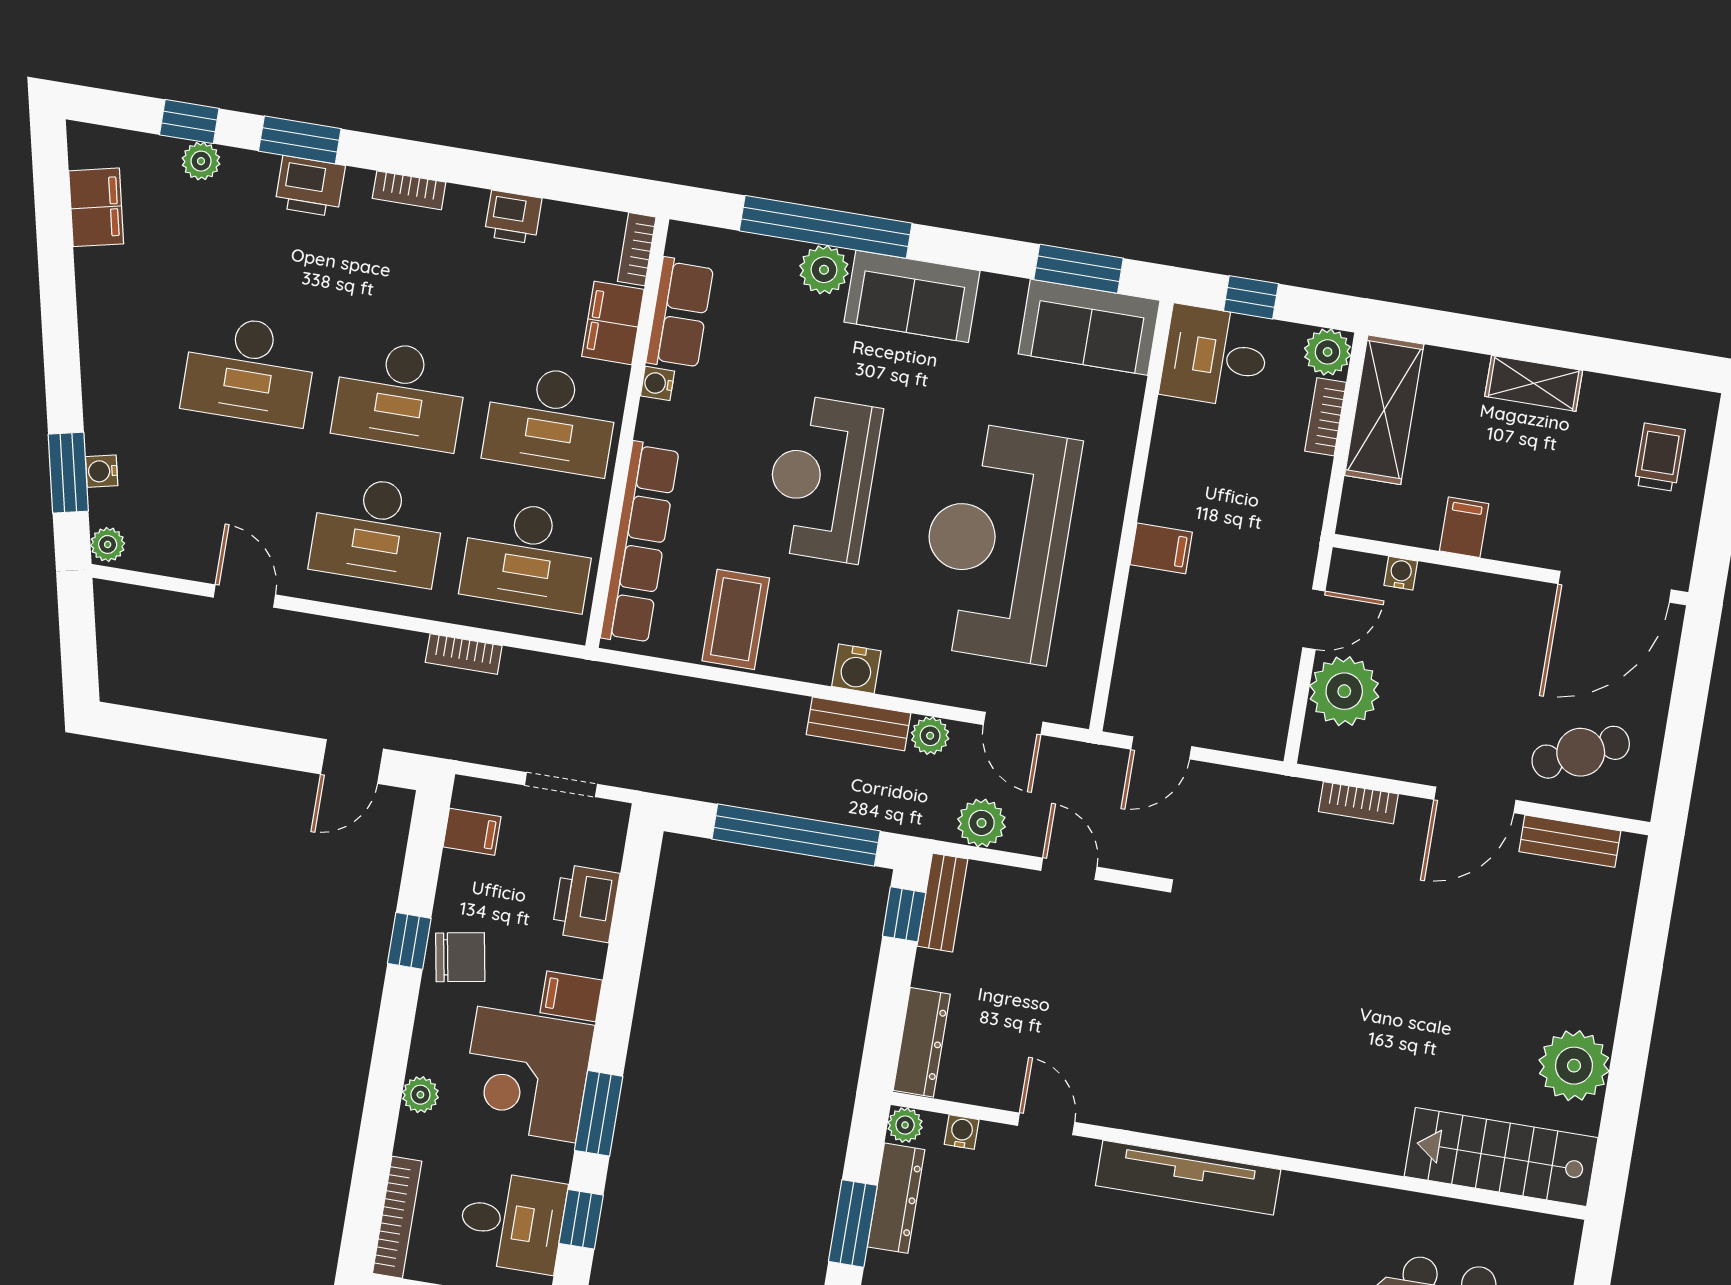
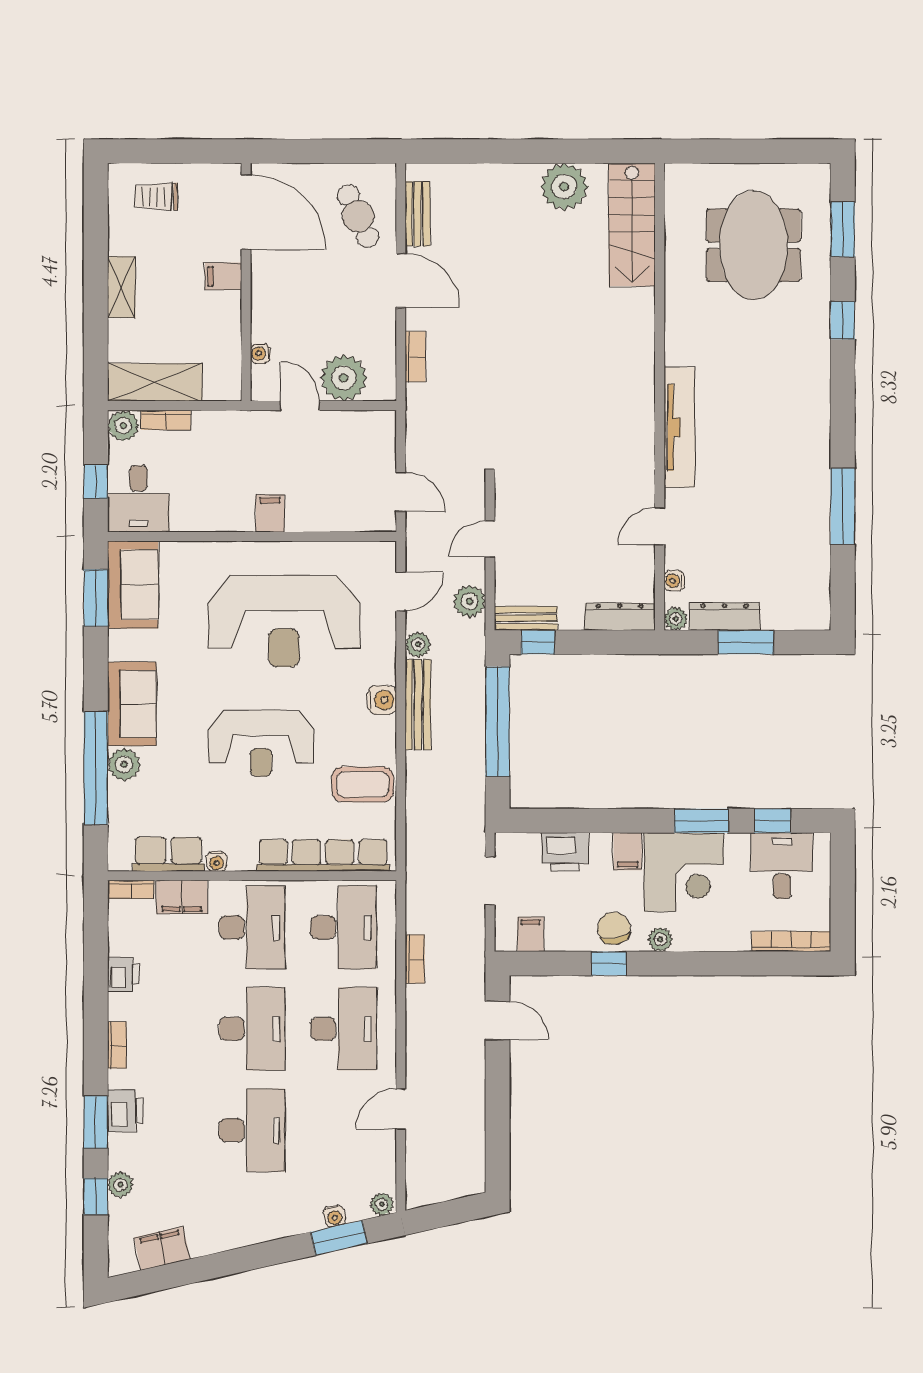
filing cabinet: (1464, 527) -> (223, 276), moved
bench: (859, 724) -> (418, 705), width x1.36
plant: (420, 1095) -> (660, 940), moved

